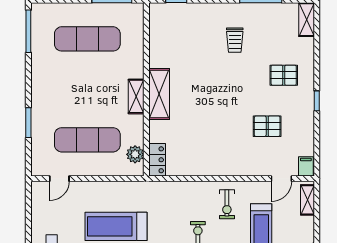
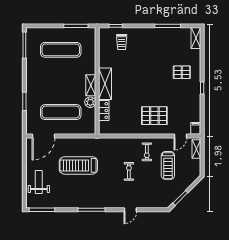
trolley: (235, 40) -> (122, 42), moved
pallet: (267, 126) -> (154, 116), moved, width x1.50, depth x1.42
plant: (135, 154) -> (90, 102), moved
locker: (157, 160) -> (104, 111), moved
door: (59, 179) -> (44, 136), width x1.87

